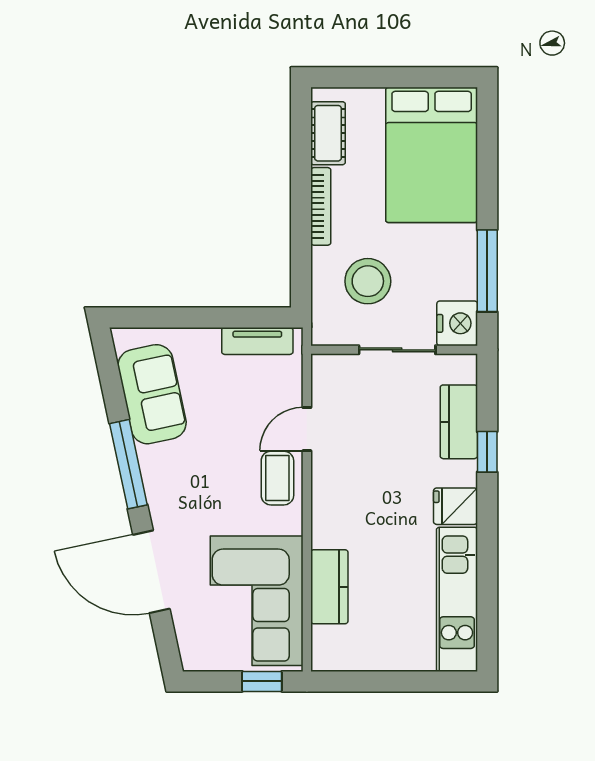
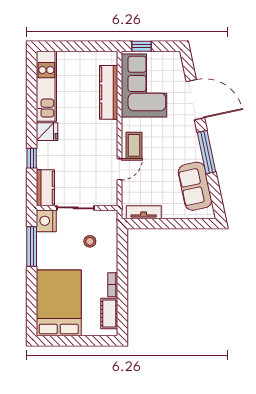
bookcase: (321, 206) -> (113, 285), width x0.64
stool: (368, 281) -> (90, 241), width x0.53, depth x0.53
kitchen counter: (459, 422) -> (45, 188), moved
kitchen counter: (329, 587) -> (109, 92), width x1.50

